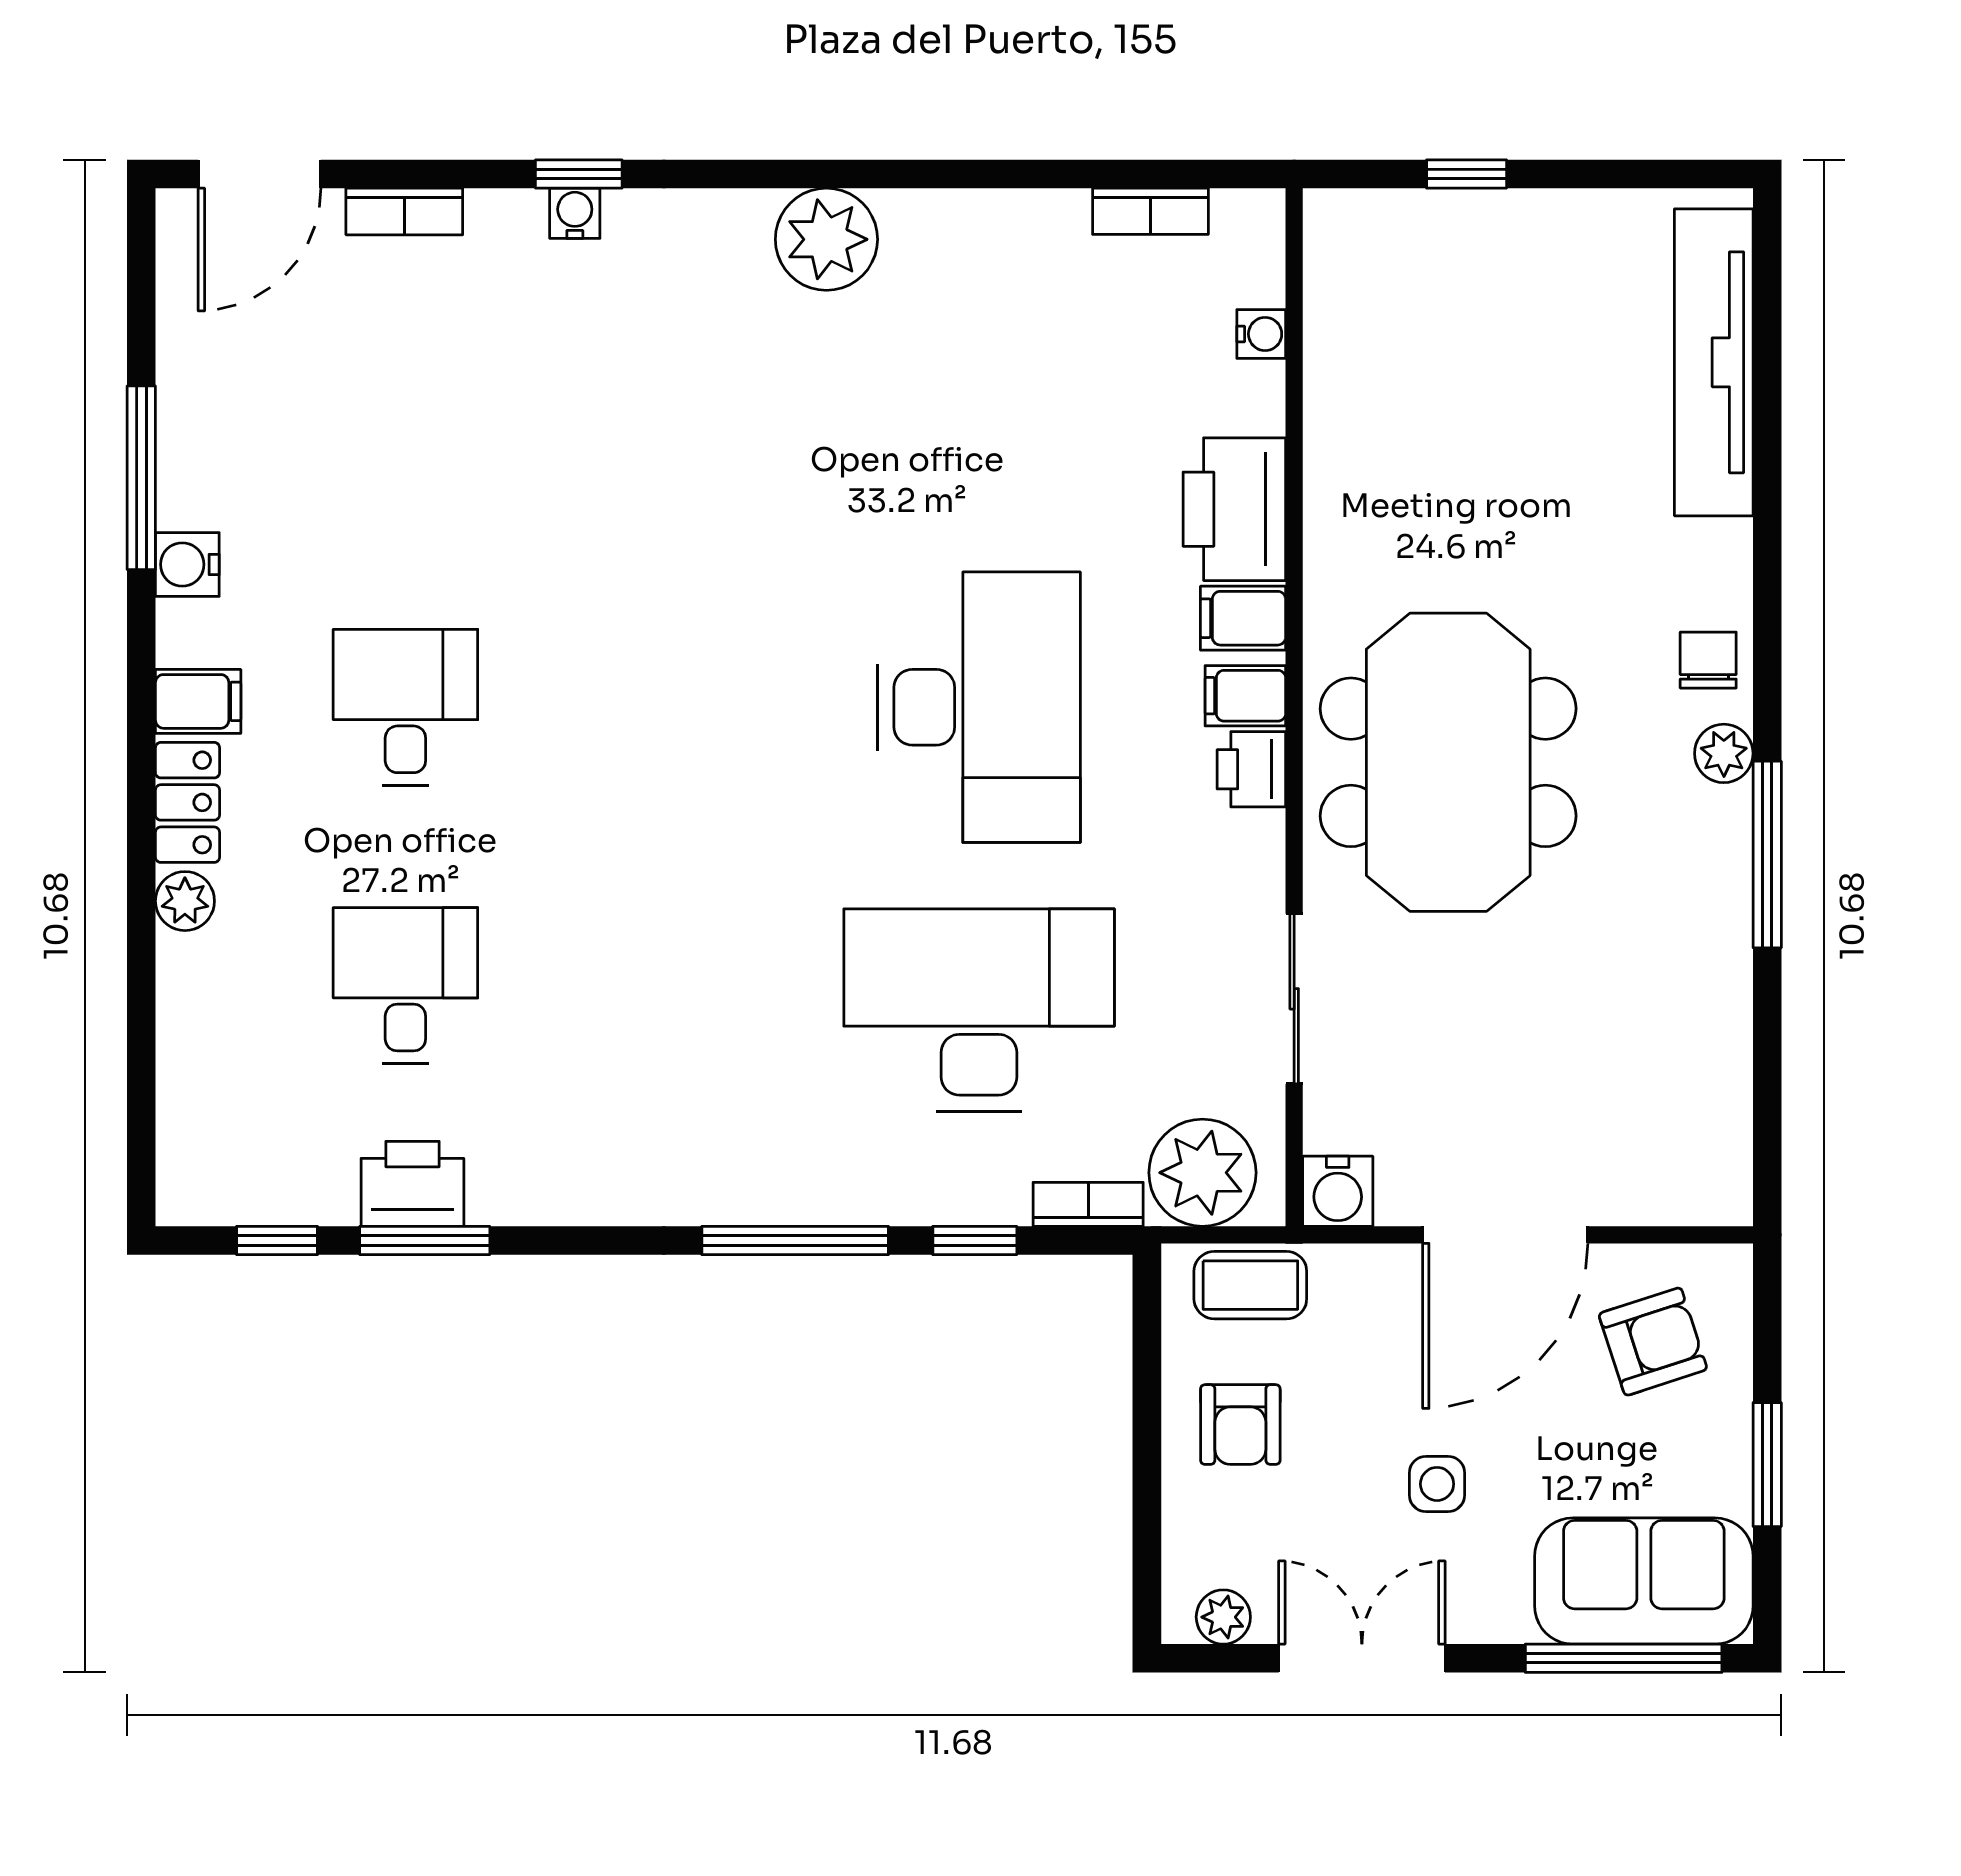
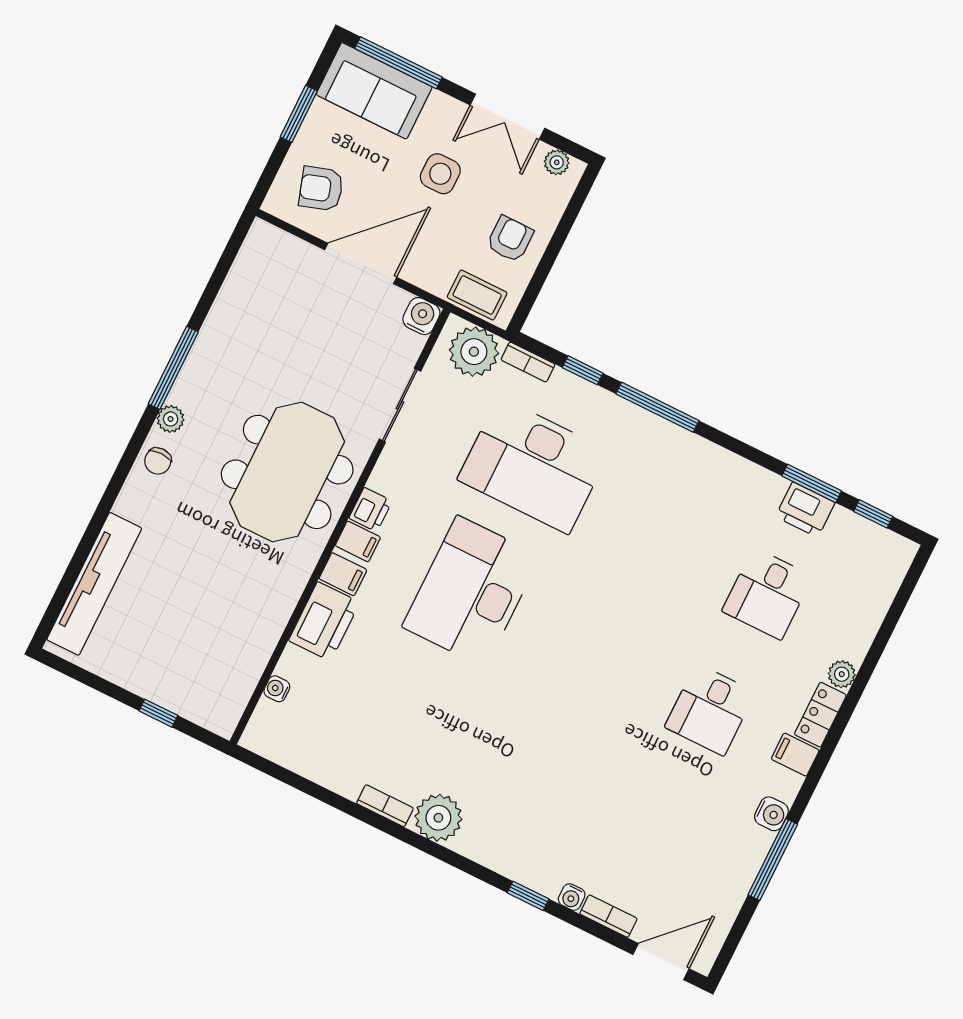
bookcase: (1150, 211) -> (385, 806), moved
water cooler: (575, 213) -> (572, 897), moved
side table: (1437, 1484) -> (440, 174), width x1.37, depth x1.37

